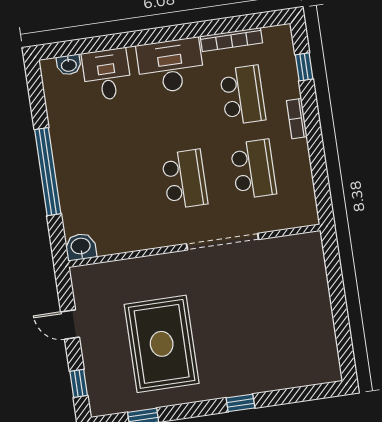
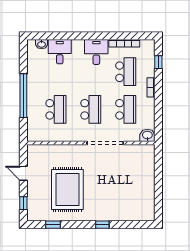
desk: (170, 66) -> (96, 52), width x0.73
school desk: (116, 189) -> (56, 109), added
washbasin: (81, 247) -> (147, 135), moved

